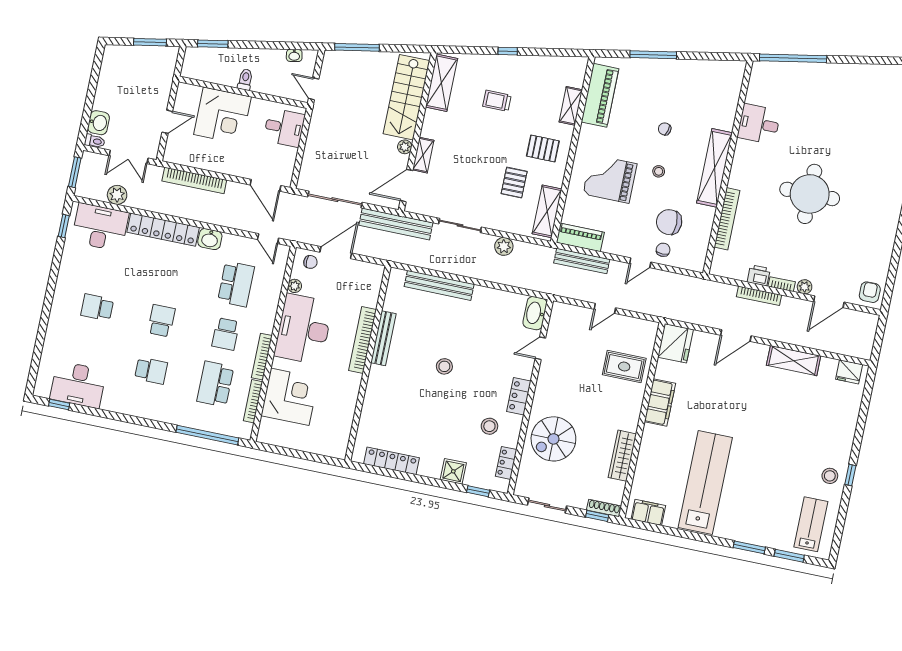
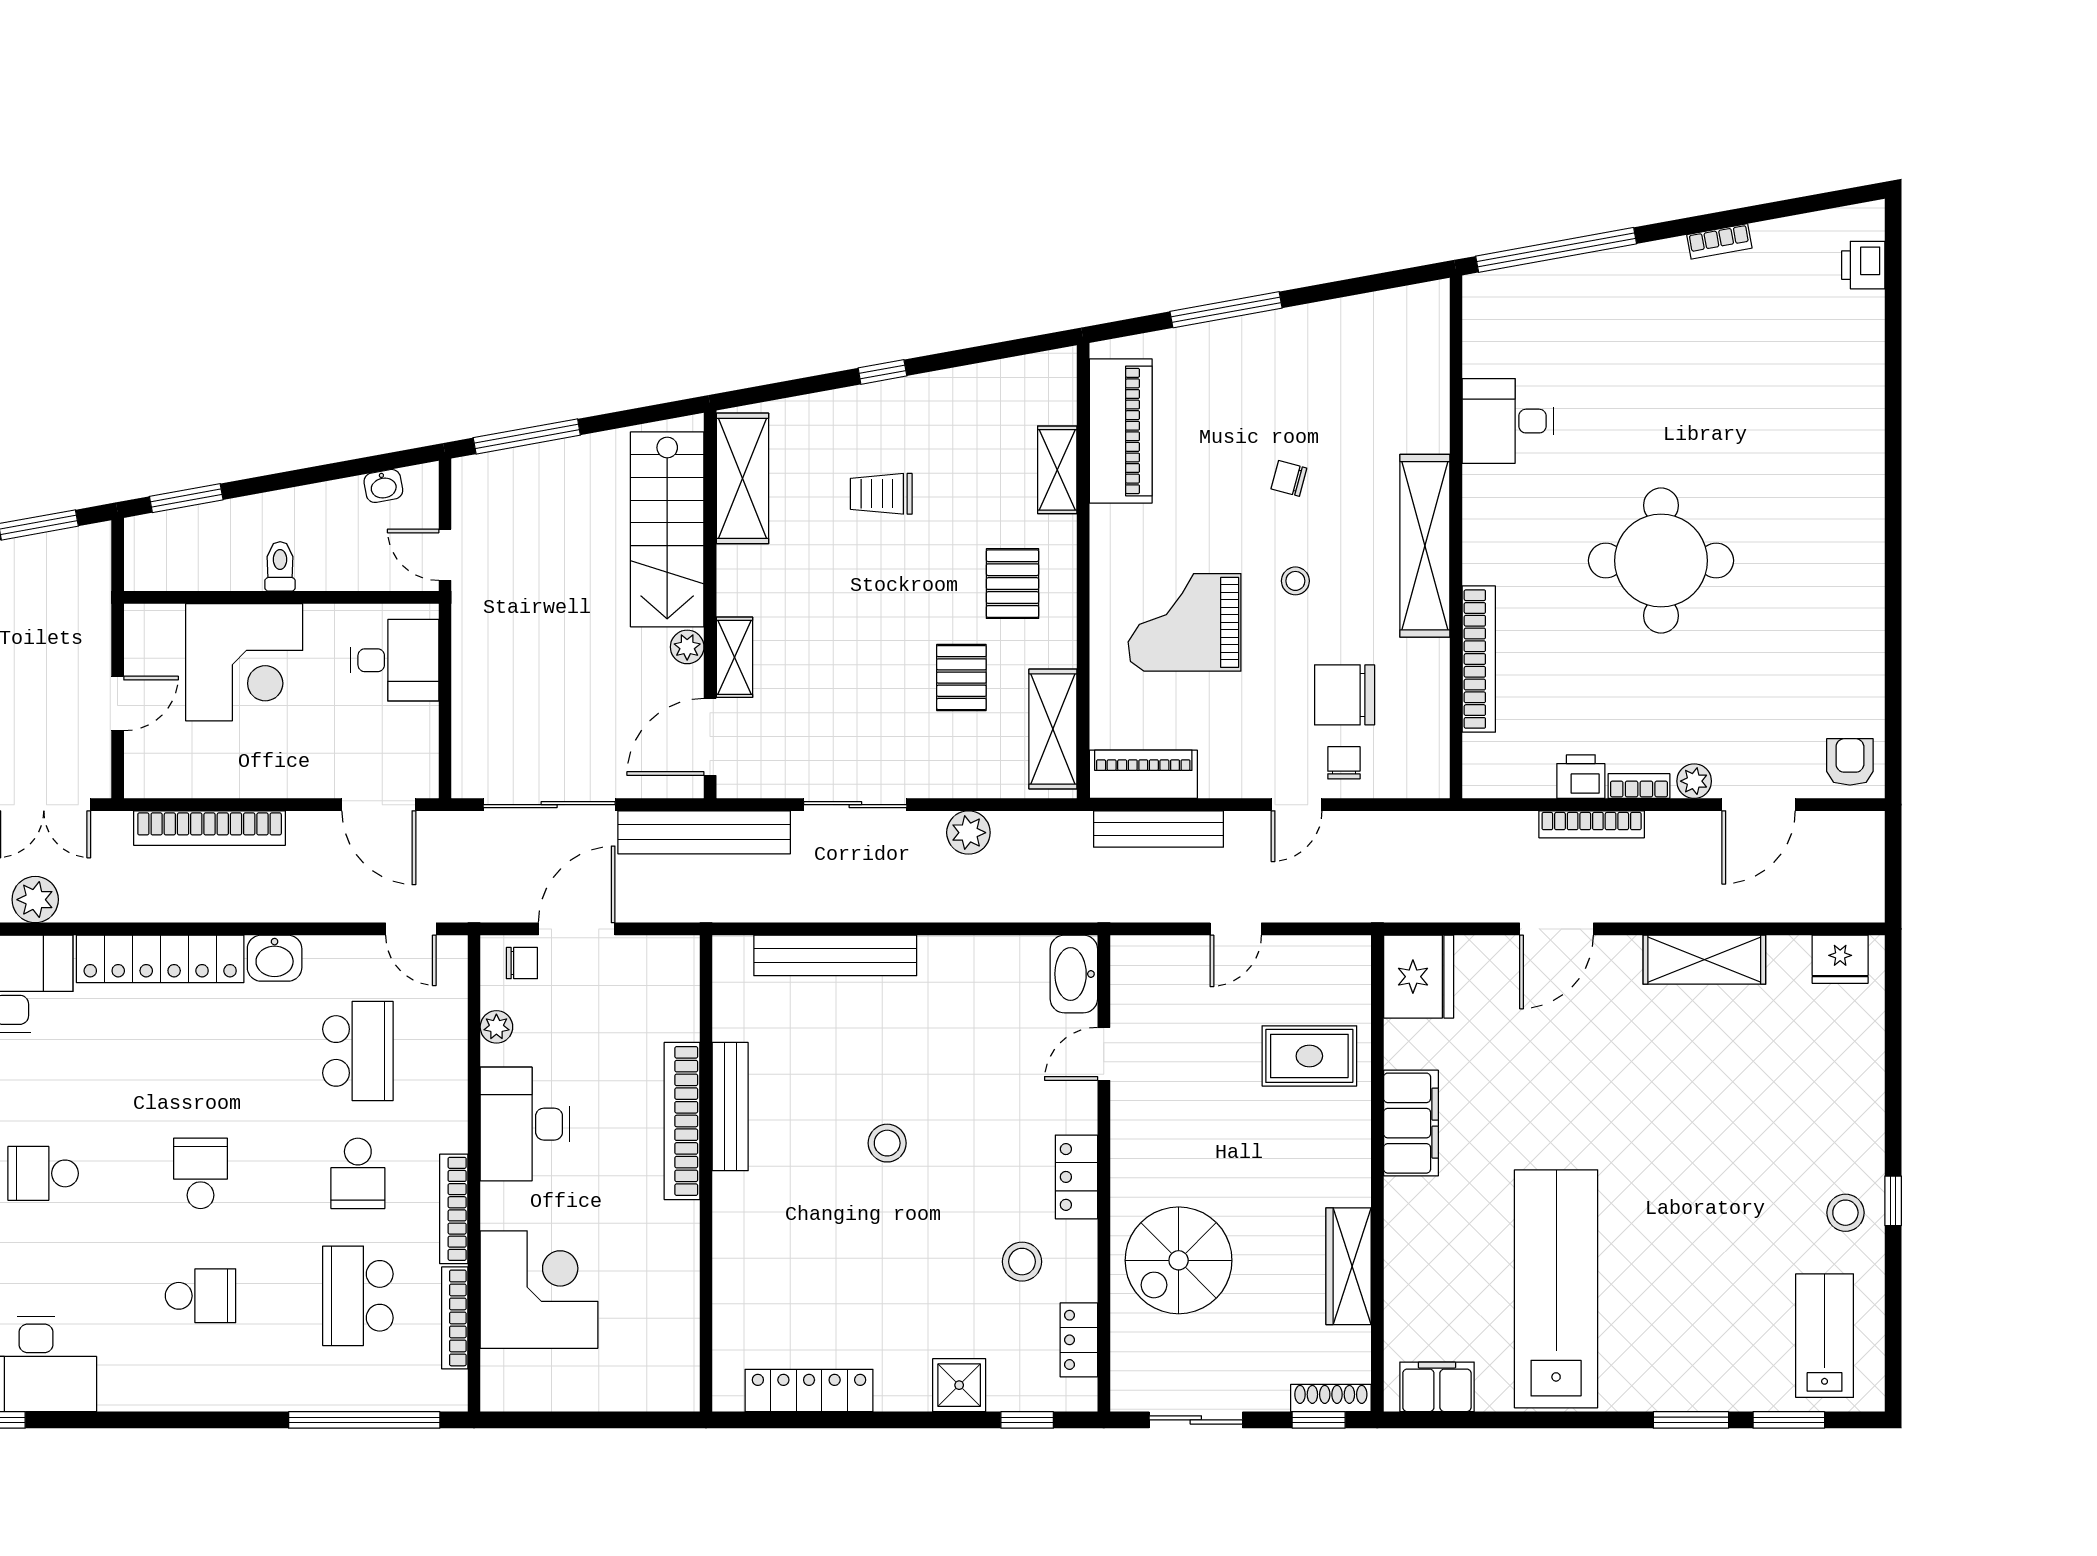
bookcase: (860, 69) -> (1719, 241), added
pallet: (543, 149) -> (1013, 584), turned 90
desk: (304, 329) -> (525, 1124), width x0.73, depth x0.77

